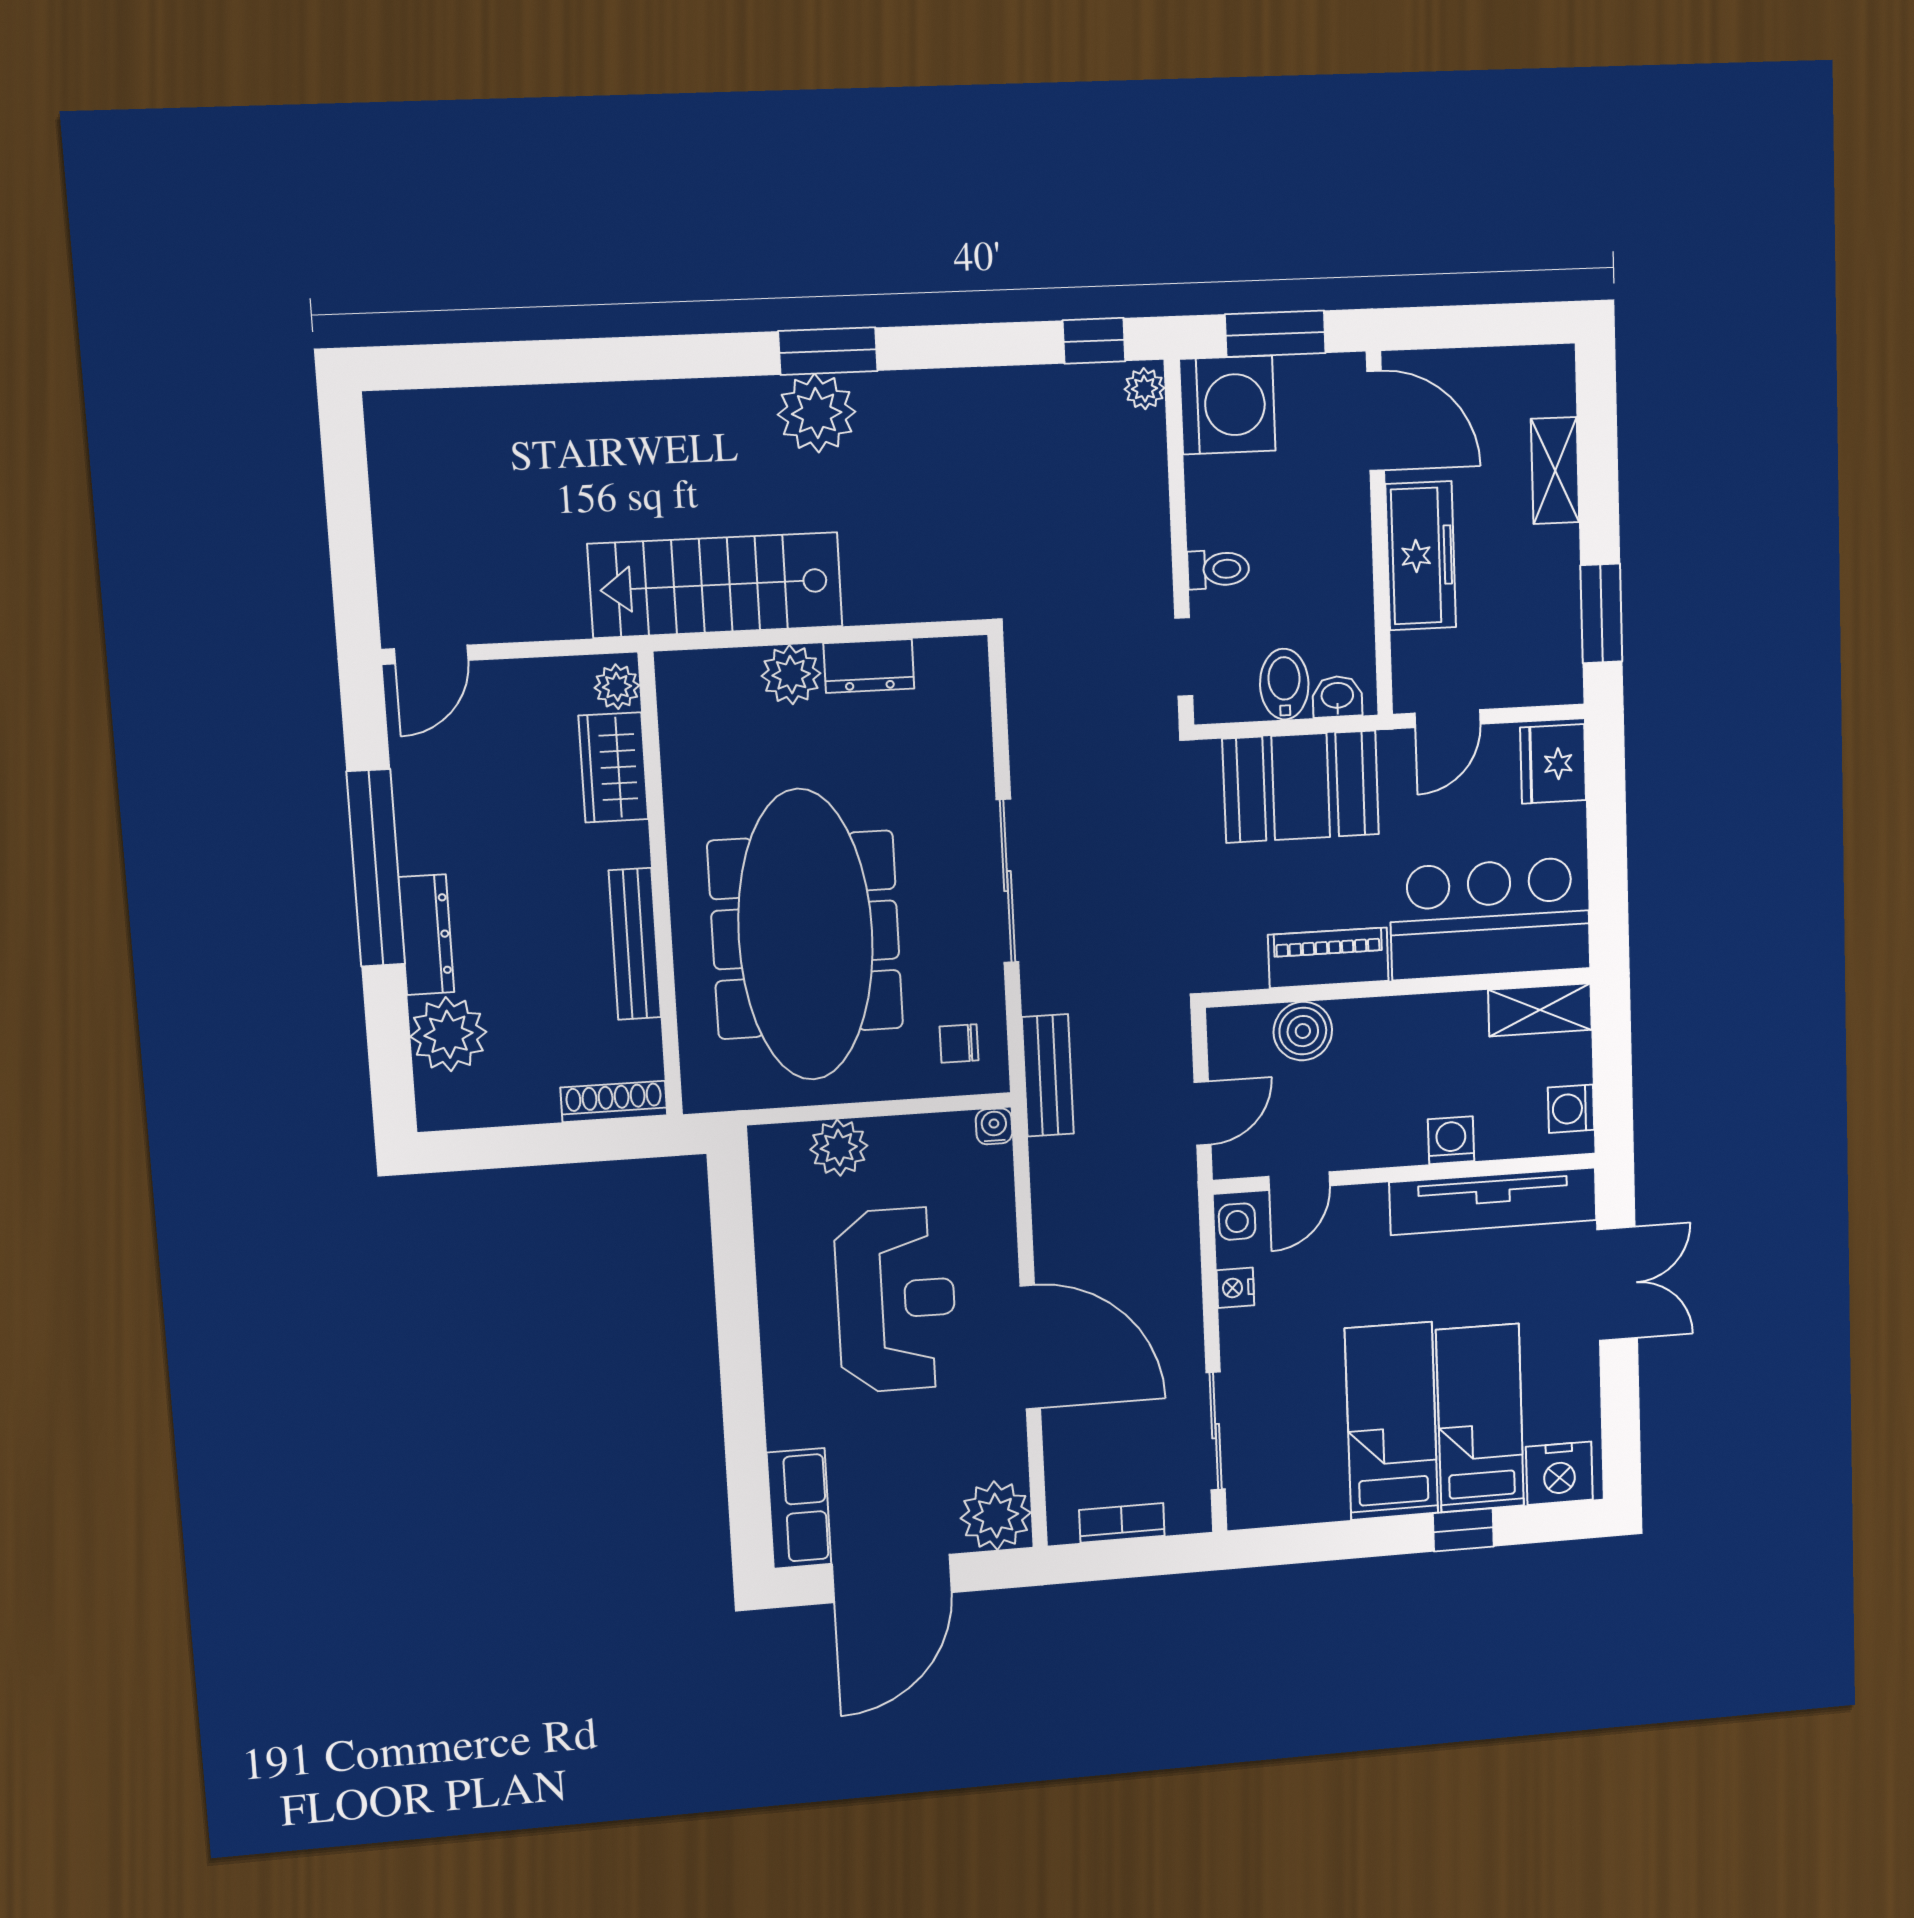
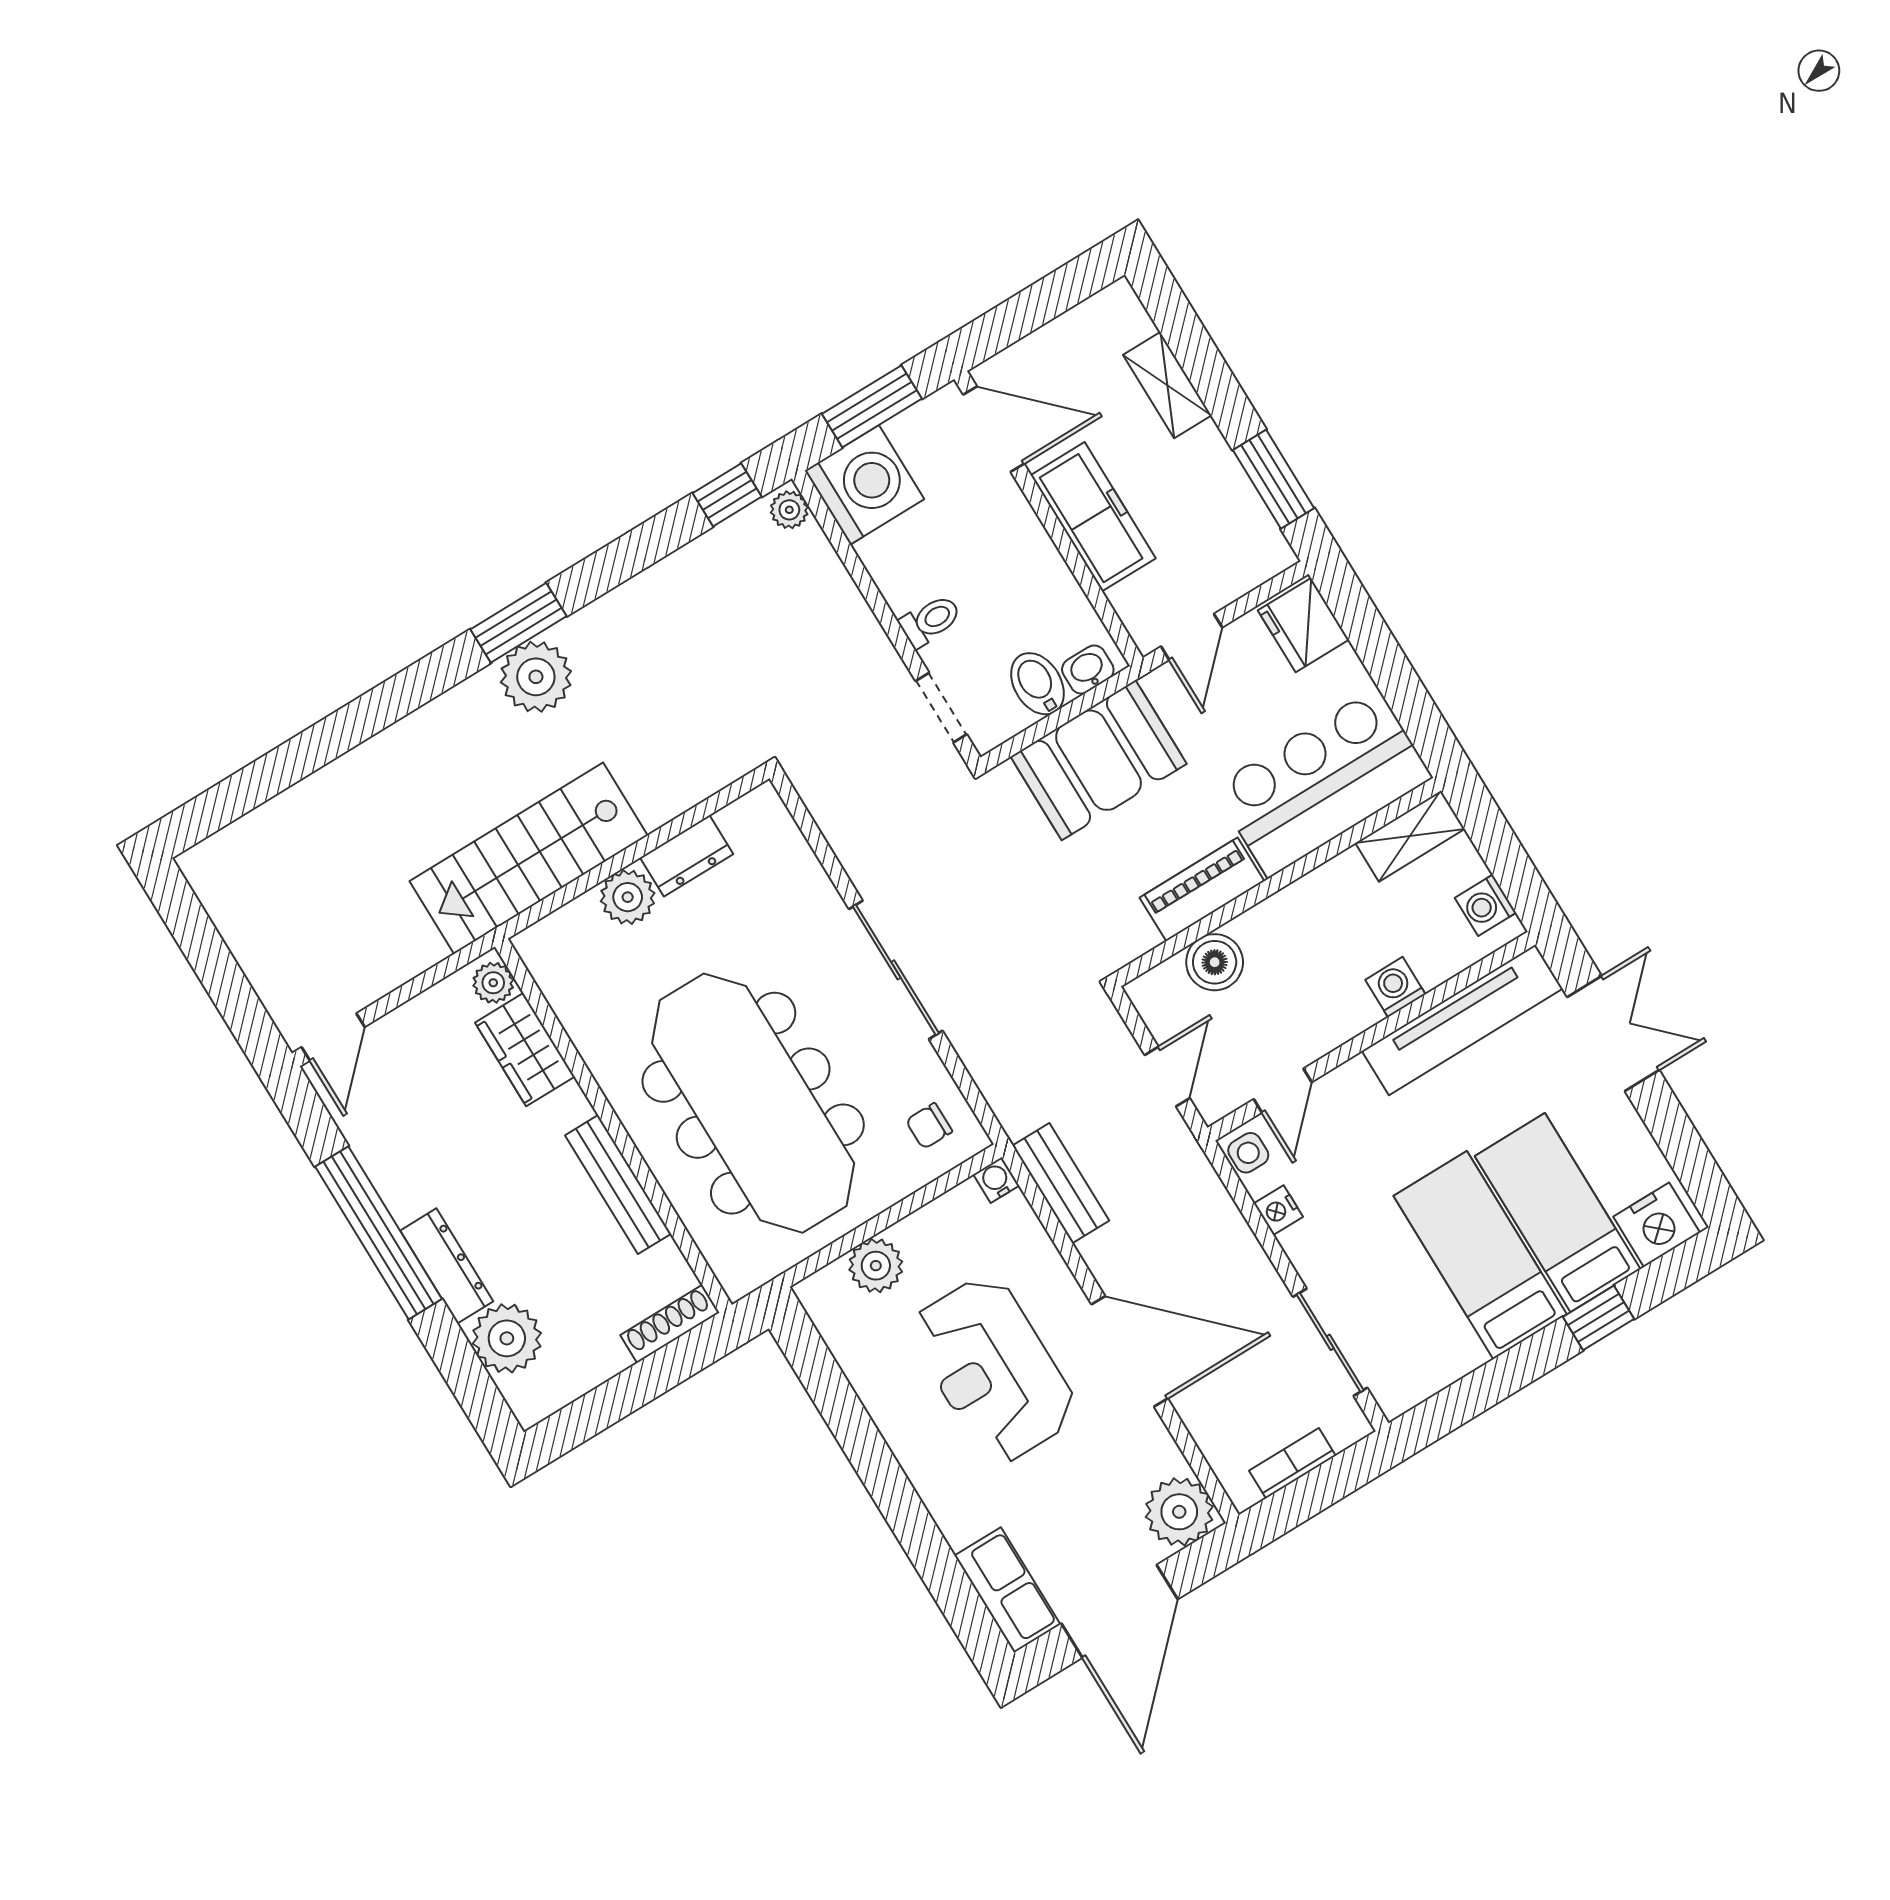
bench: (1048, 1075) -> (1061, 1183), moved
reception desk: (896, 1300) -> (993, 1370), turned 180

